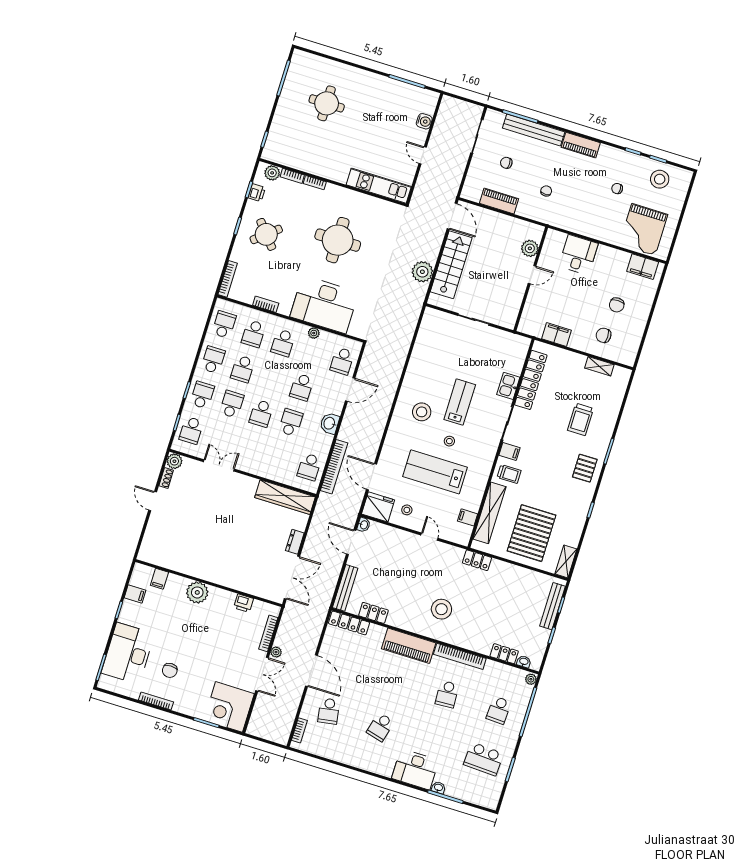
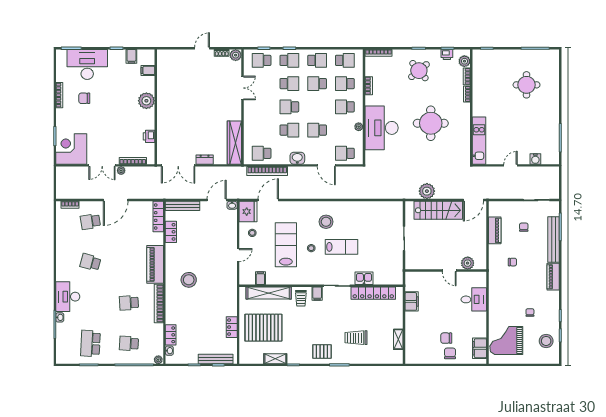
chair: (604, 335) -> (450, 353), moved
locker: (477, 560) -> (232, 327), moved
shelving: (566, 561) -> (275, 359), moved

